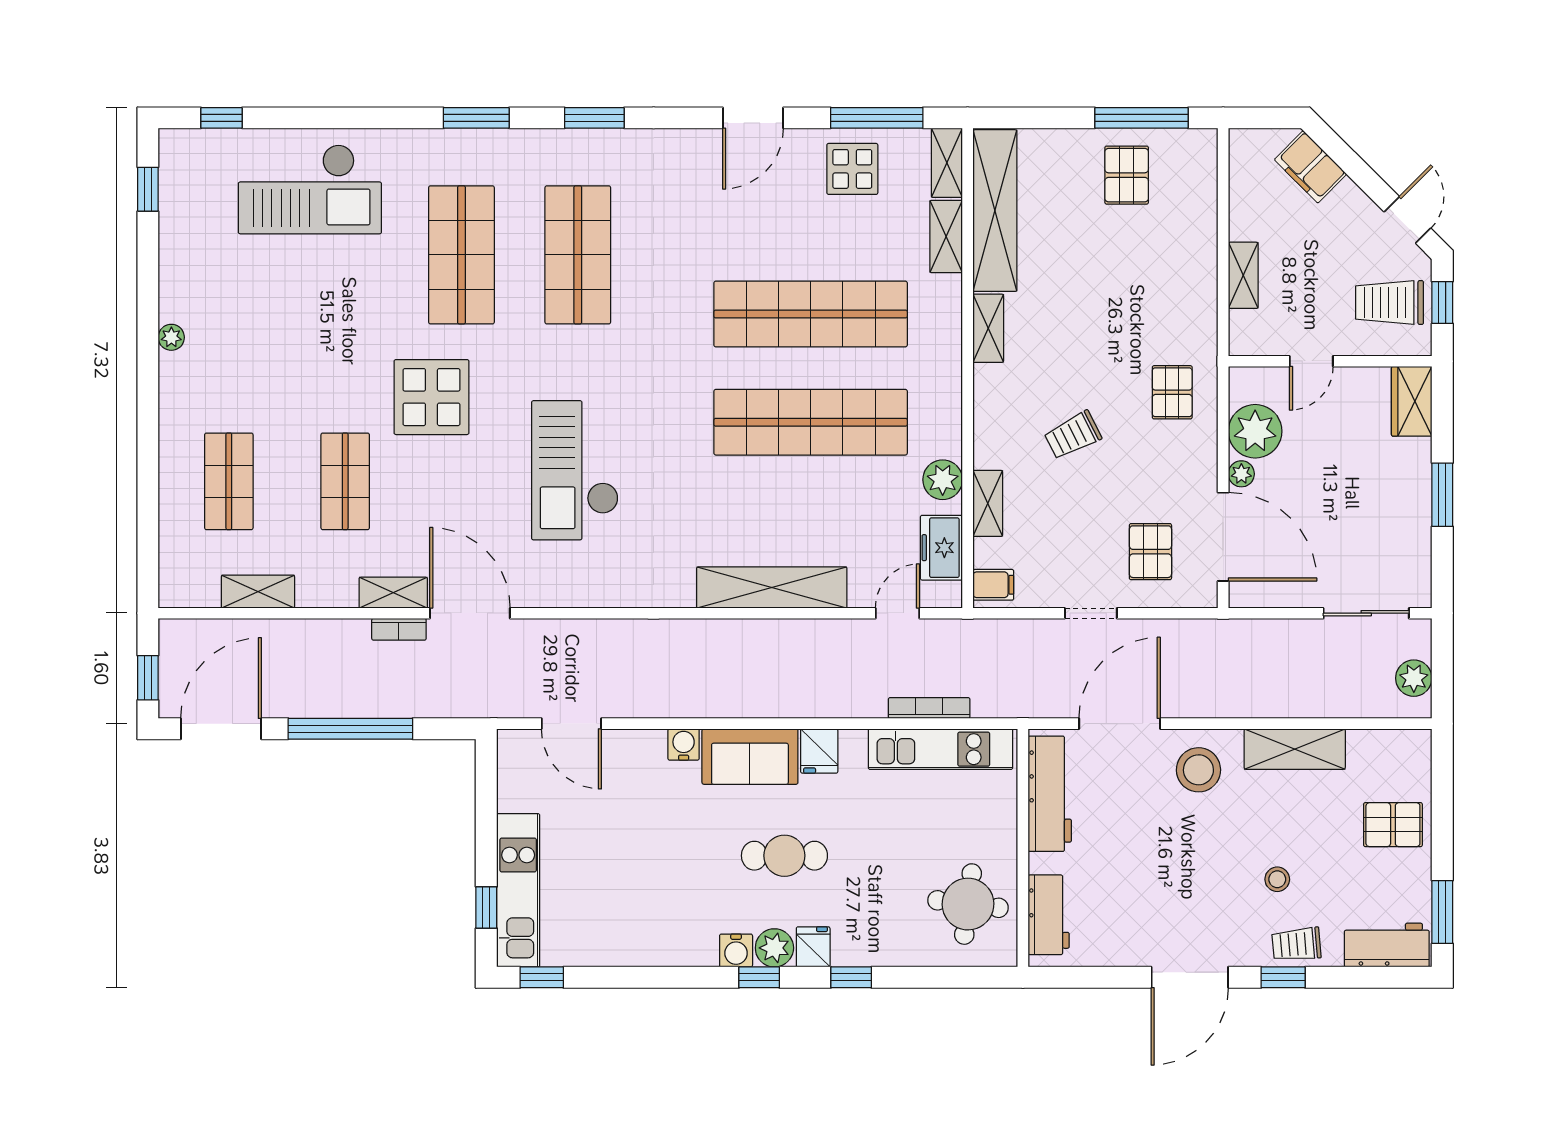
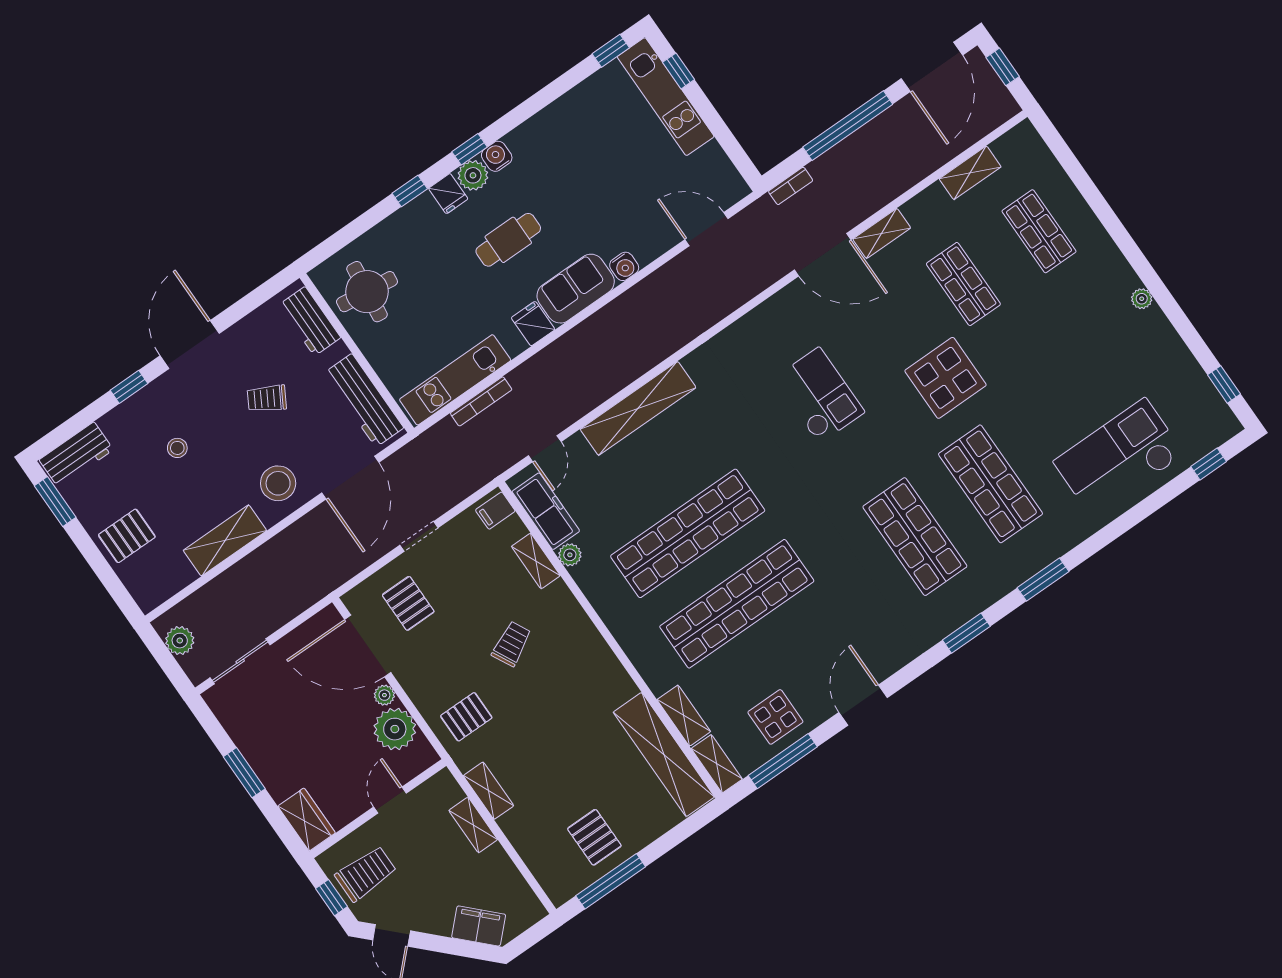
shelving: (988, 328) -> (489, 791), moved
pallet: (1172, 392) -> (466, 717), turned 90
checkout: (575, 470) -> (819, 395), width x0.73, depth x0.83
plant: (943, 480) -> (570, 555), width x0.73, depth x0.73
freezer: (941, 548) -> (546, 511), width x1.40
bookcase: (399, 629) -> (791, 186), moved, turned 180
trolley: (1296, 944) -> (267, 398), moved, turned -145

